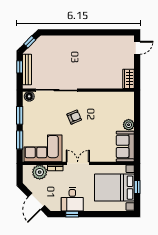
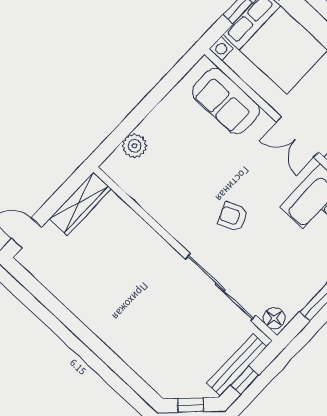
wardrobe: (128, 79) -> (80, 204), width x1.50
plant: (129, 125) -> (135, 146), moved
sofa: (125, 146) -> (226, 101), moved, turned 90

